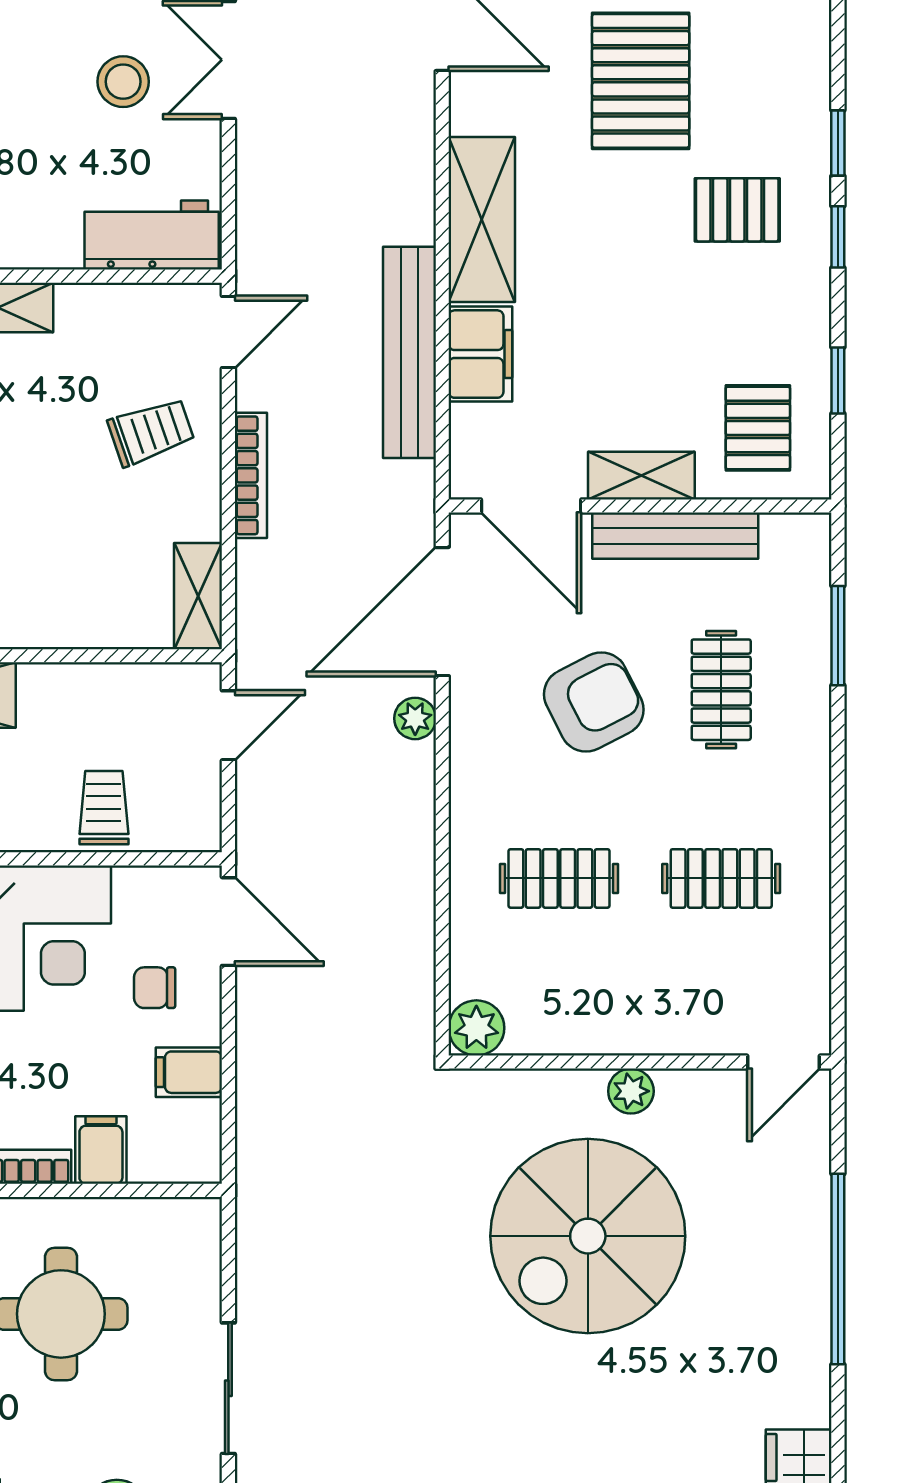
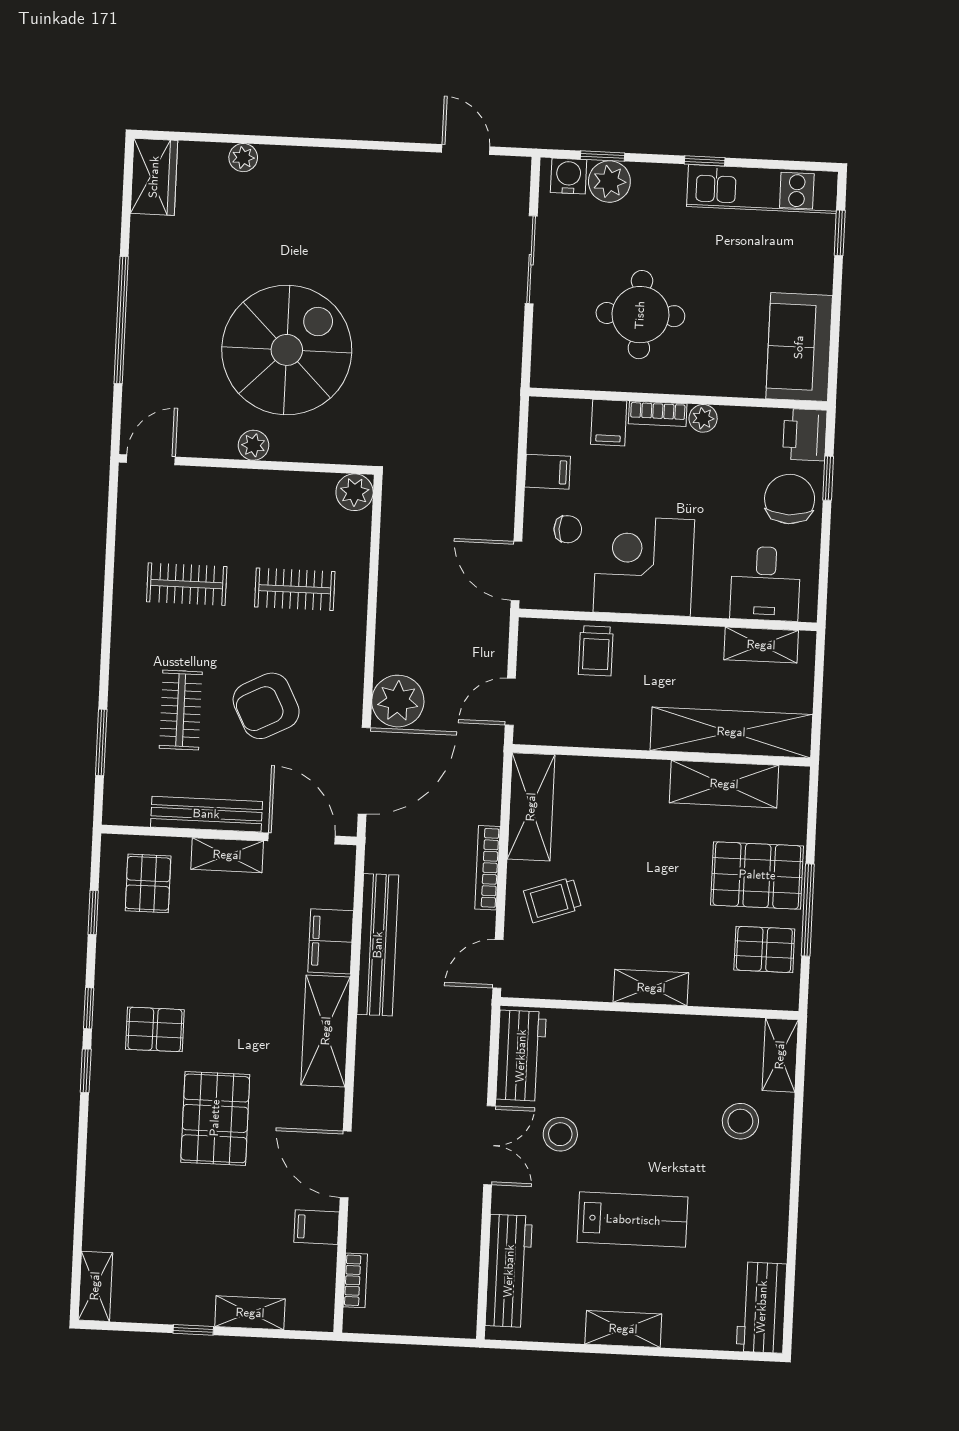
workbench: (152, 235) -> (521, 1056), moved, turned -90
shelving: (198, 596) -> (531, 807), width x1.50, depth x1.33
plant: (415, 718) -> (398, 701), width x1.87, depth x1.87

